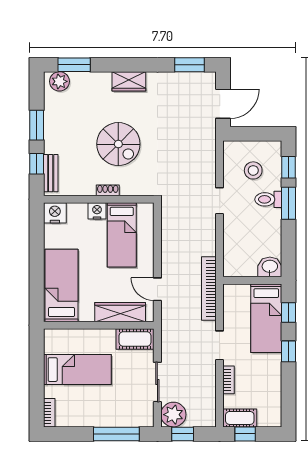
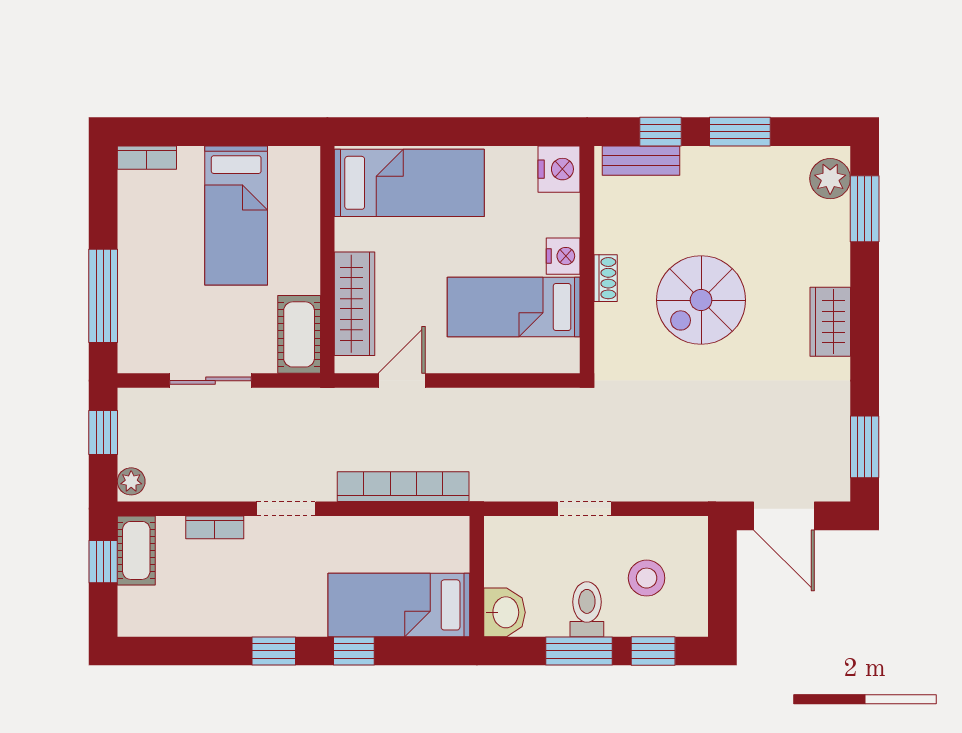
washbasin: (270, 267) -> (505, 612), moved
wall: (252, 280) -> (477, 576), moved
bed: (266, 318) -> (399, 605), moved
plant: (173, 415) -> (131, 481), moved, width x0.53, depth x0.53

